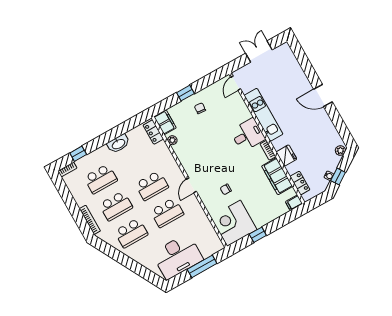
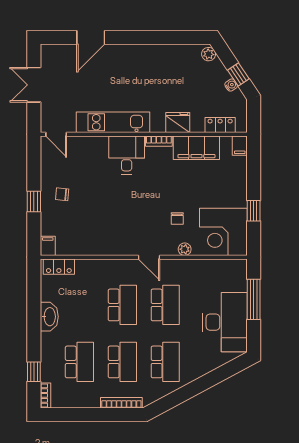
door: (323, 96) -> (91, 37), moved
filing cabinet: (165, 122) -> (48, 246), width x0.50
plant: (172, 140) -> (185, 249), moved

